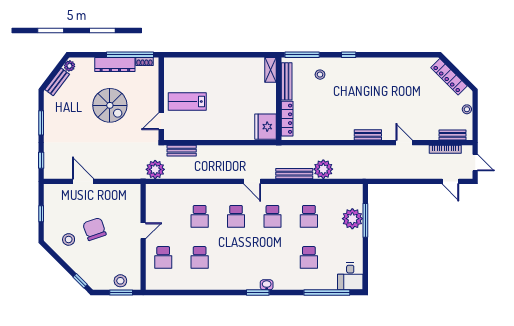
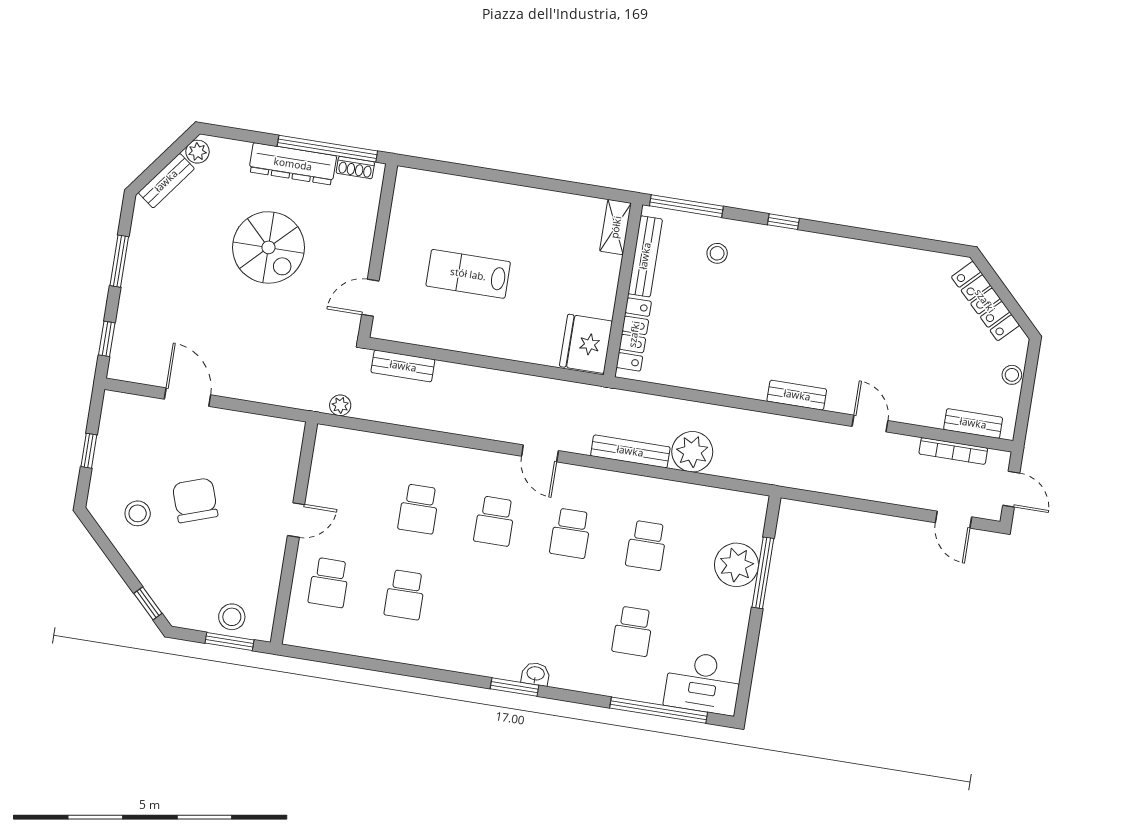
lab bench: (187, 102) -> (468, 274), moved
plant: (155, 169) -> (340, 405), width x0.53, depth x0.53
desk: (350, 276) -> (703, 683), width x1.37

